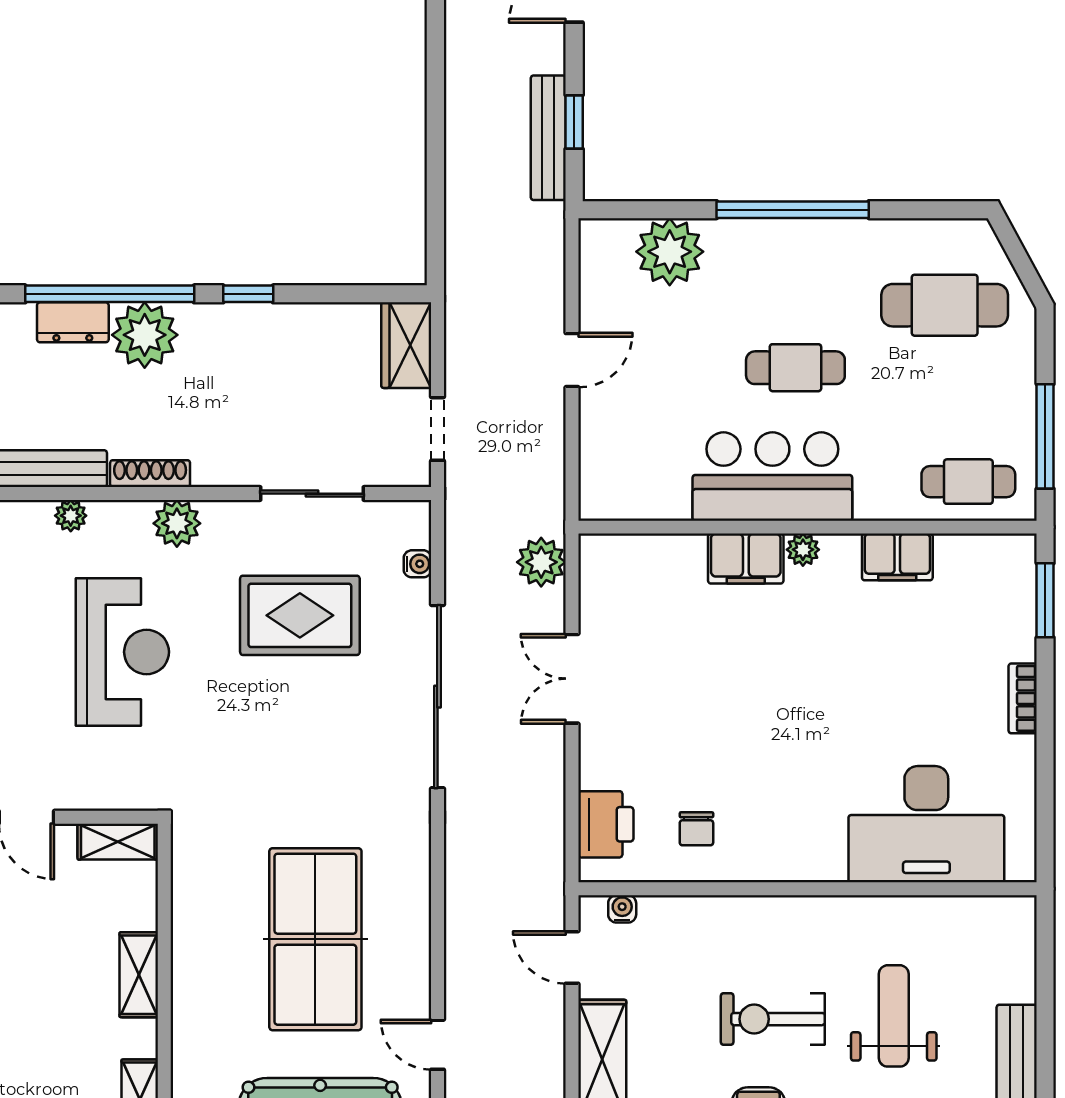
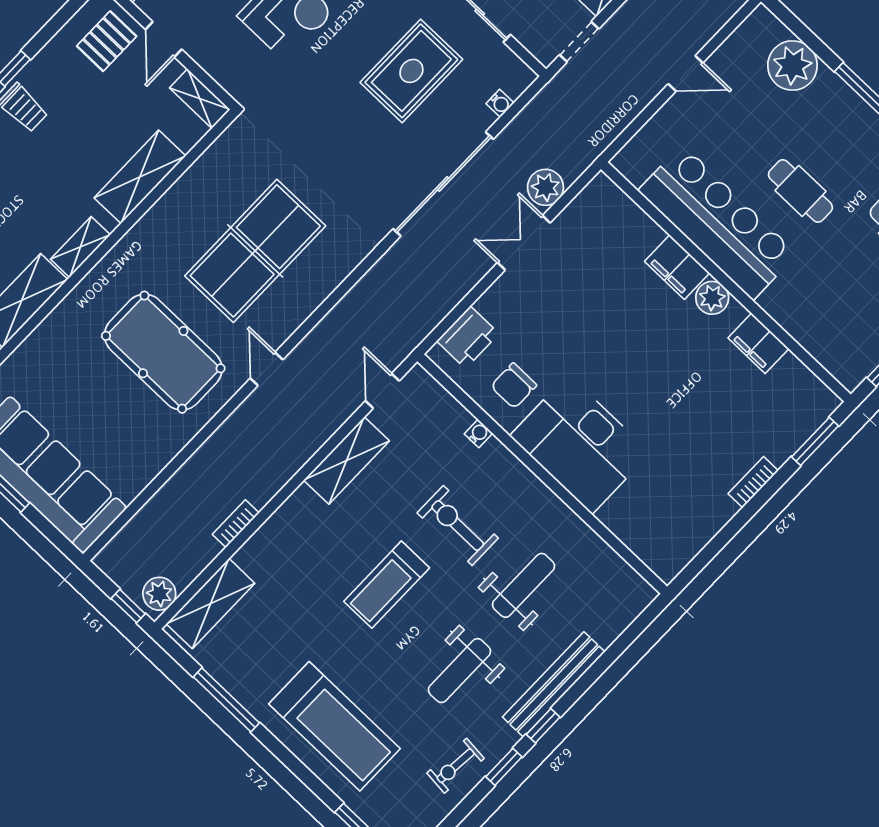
bar counter: (772, 477) -> (718, 222), width x1.36
cafe table: (968, 482) -> (834, 339), removed
plant: (803, 550) -> (712, 298), width x1.38, depth x1.38
plant: (541, 562) -> (546, 187), moved
rug: (300, 615) -> (411, 71), turned 90
desk: (926, 824) -> (580, 444), moved
chair: (696, 829) -> (514, 386), width x1.37, depth x1.37
water cooler: (622, 909) -> (478, 433), moved
shelving: (139, 975) -> (140, 177), width x1.50, depth x1.33

